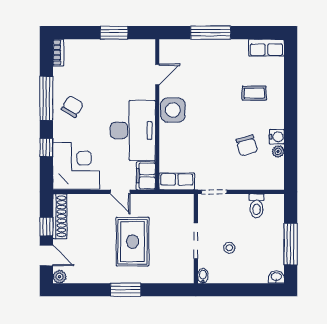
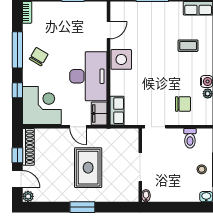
chair: (247, 146) -> (183, 104), moved, turned -74
row of seats: (177, 181) -> (117, 111), moved, turned 90
stool: (229, 248) -> (202, 169), moved

